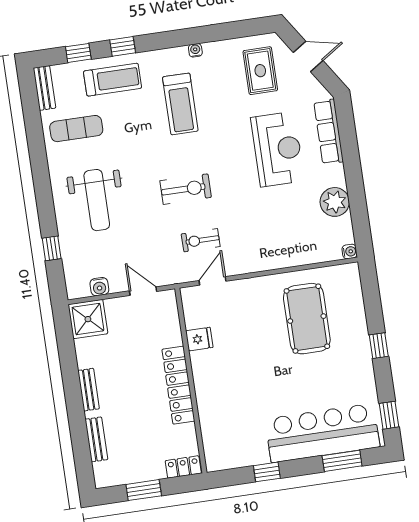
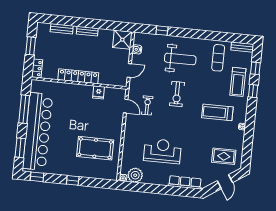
reception desk: (278, 149) -> (163, 151), moved, turned 180
exercise bike: (186, 189) -> (177, 94), moved
weight bench: (97, 200) -> (180, 59), turned 180
plant: (335, 202) -> (135, 175), moved
bar counter: (322, 433) -> (38, 131), width x1.36
window: (267, 472) -> (24, 109), width x2.17

